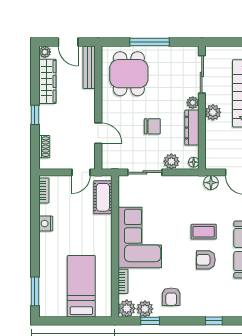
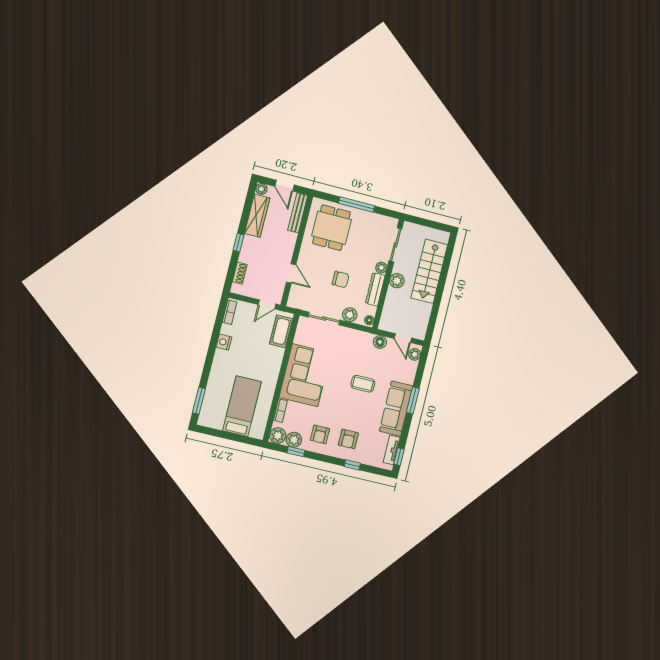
armchair: (206, 260) -> (348, 439), moved, turned -90

